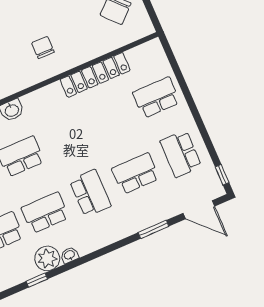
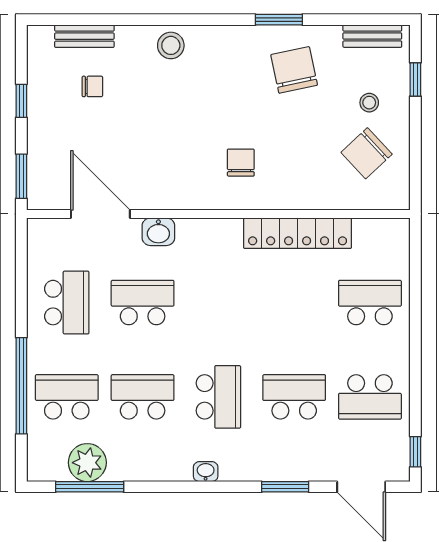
school desk: (181, 154) -> (370, 397), turned -90
washbasin: (70, 255) -> (206, 472), moved
plant: (47, 258) -> (87, 463), moved
window: (37, 280) -> (90, 487), width x2.17

